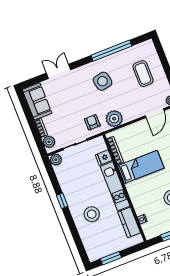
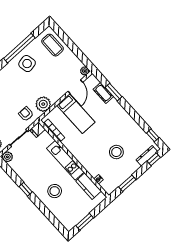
coffee table: (143, 74) -> (53, 45), moved
side table: (103, 81) -> (27, 64), moved
fridge: (104, 158) -> (37, 130), moved
bed: (141, 167) -> (76, 114), moved, turned 90

